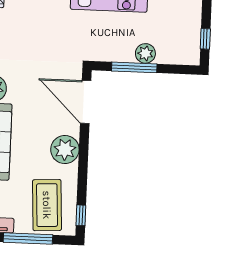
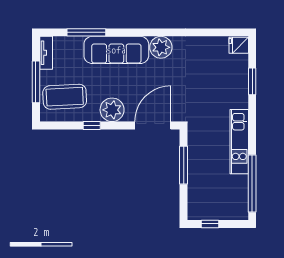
plant: (145, 53) -> (196, 174), removed
window: (81, 215) -> (92, 126), moved

